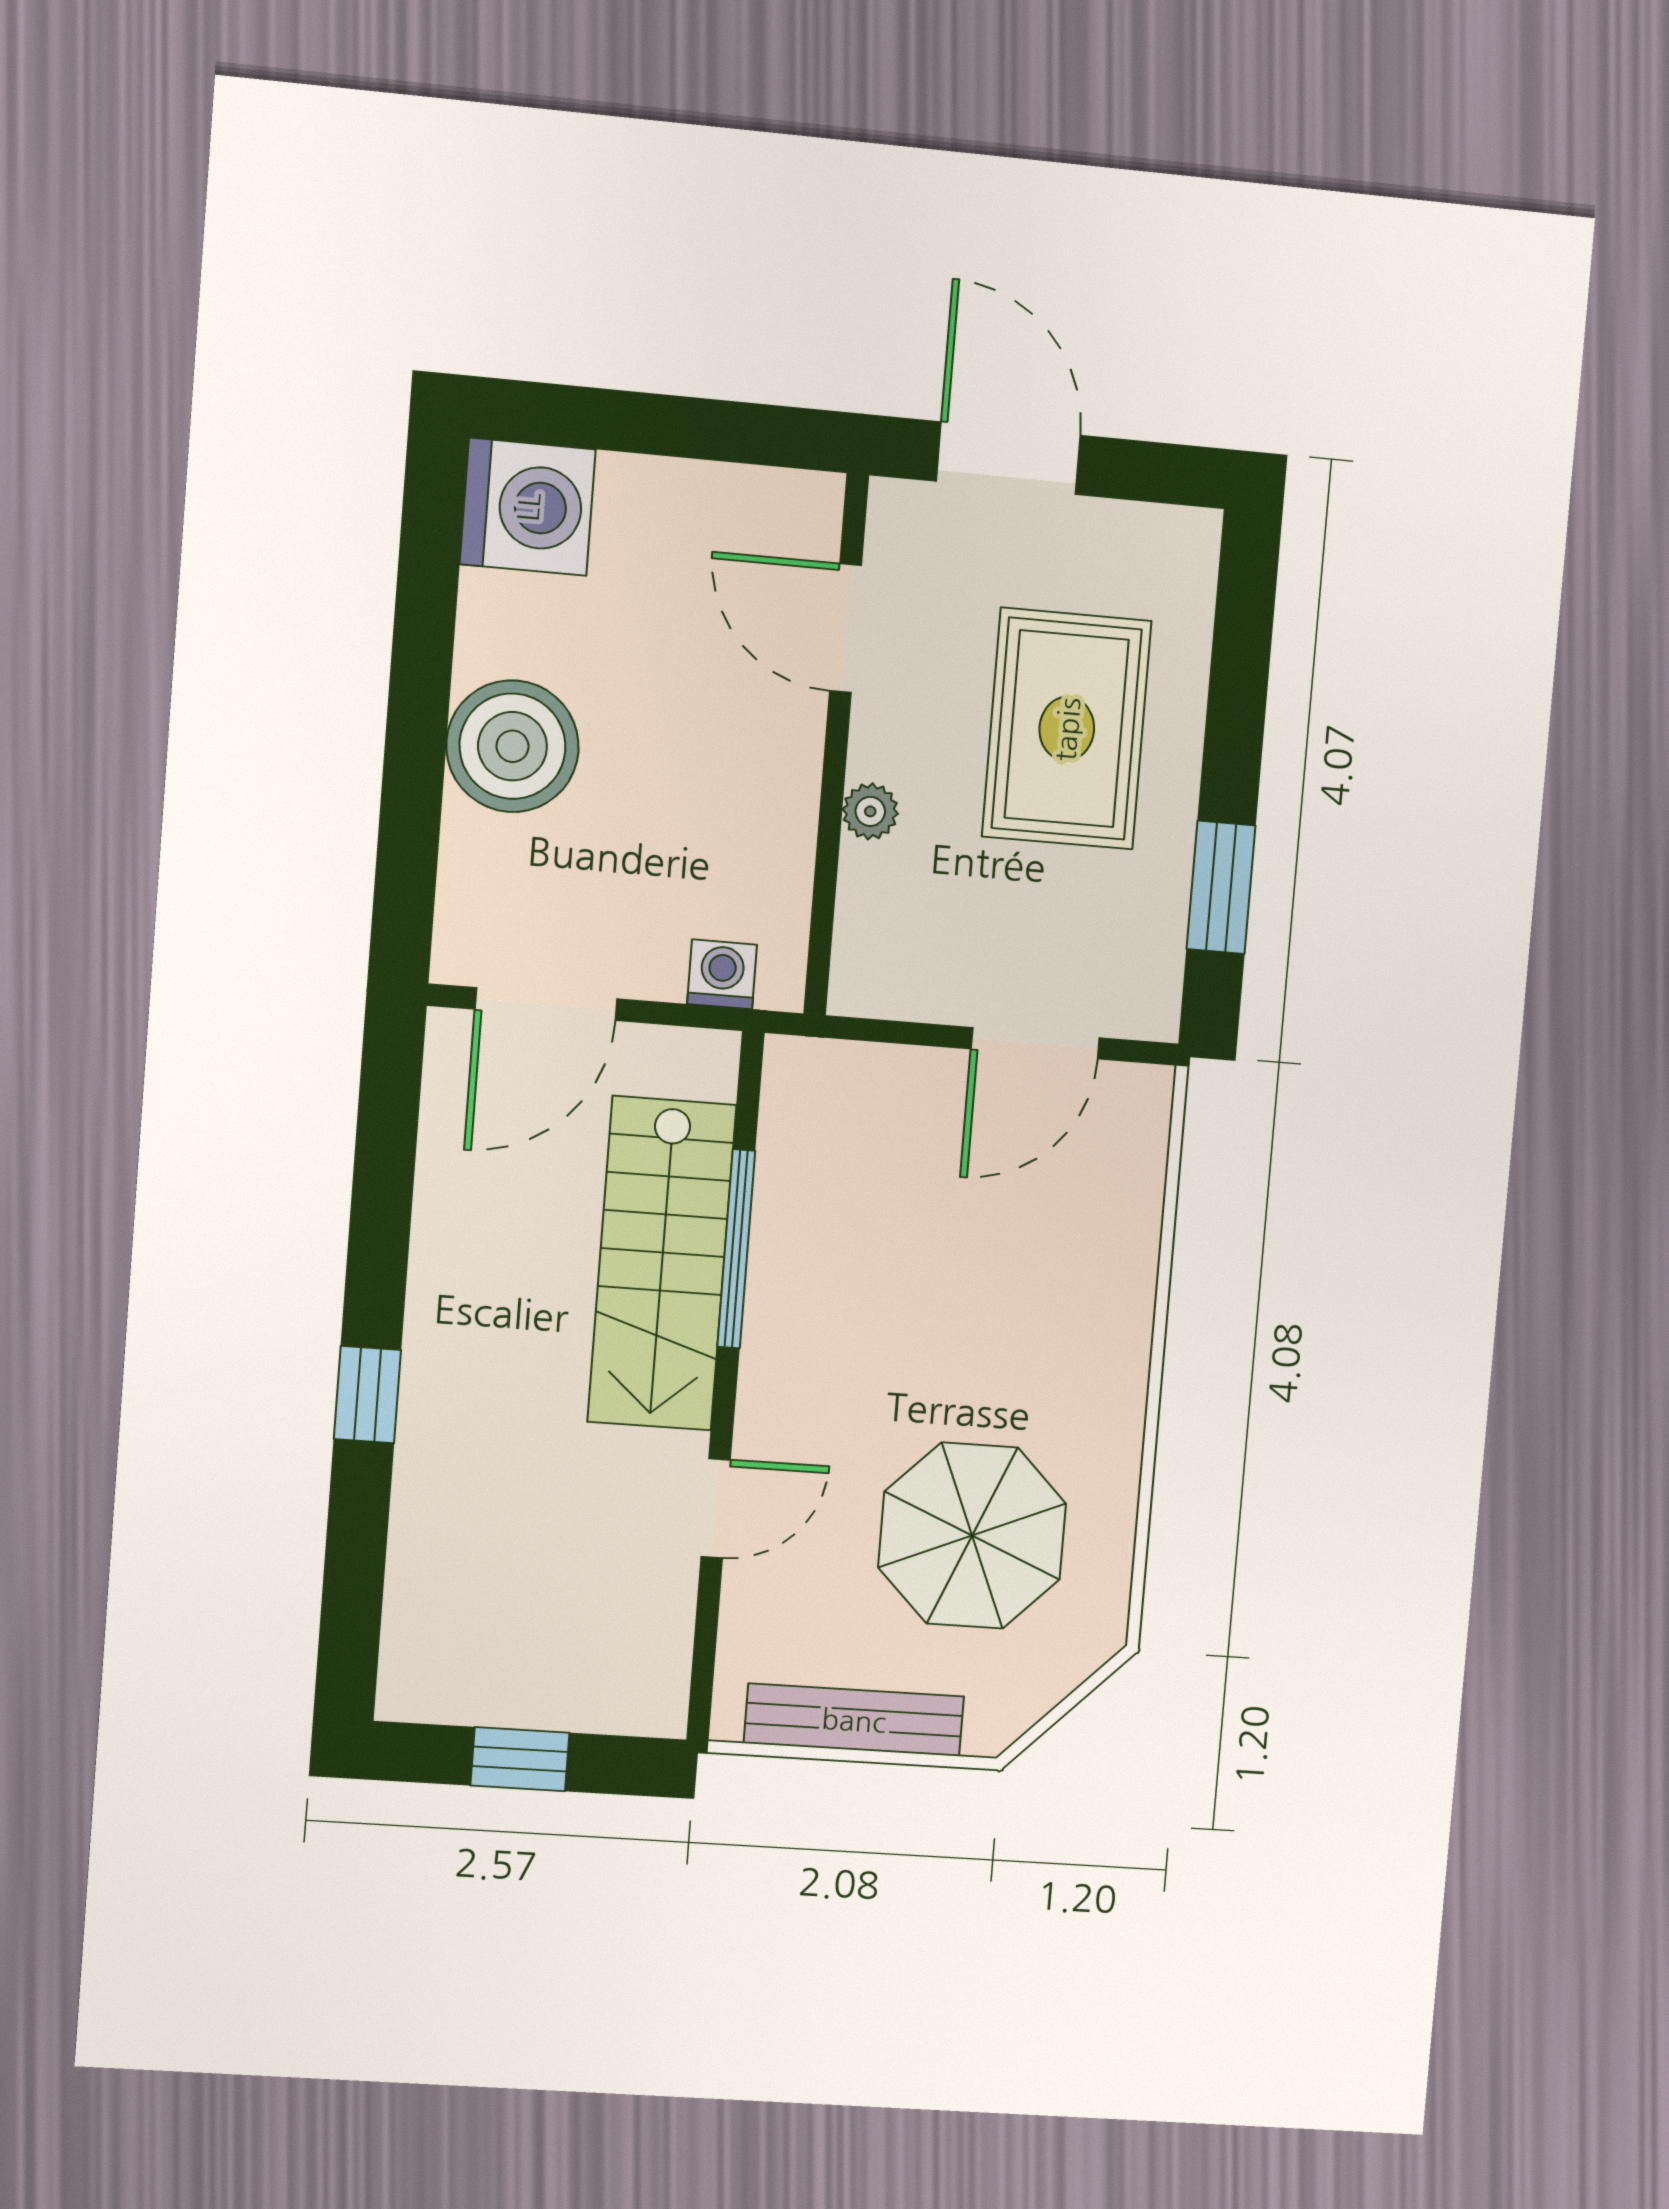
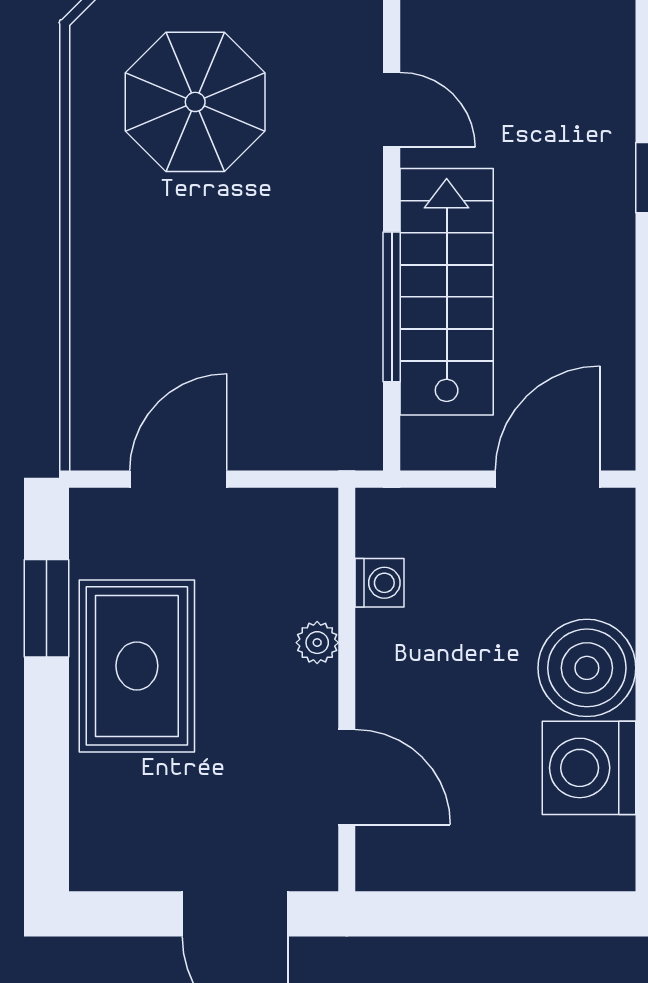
washing machine: (528, 507) -> (589, 768), moved
rug: (1067, 729) -> (137, 666), moved
washing machine: (722, 974) -> (379, 583), moved, turned -90
door: (716, 1508) -> (392, 110), swing flipped

